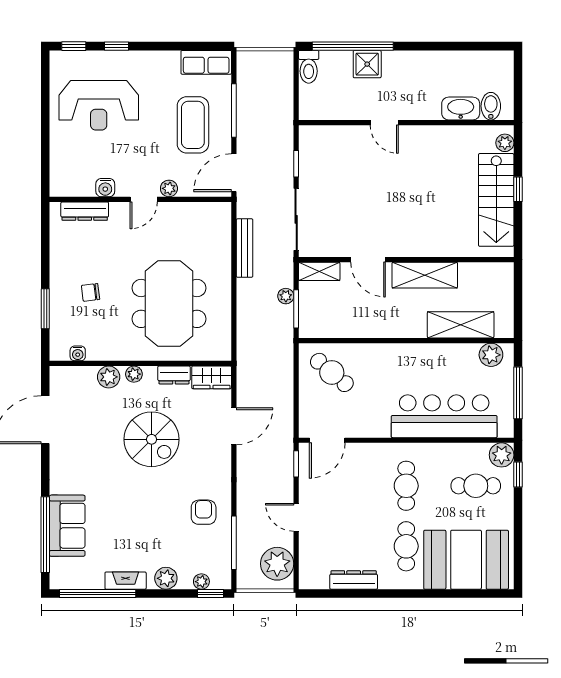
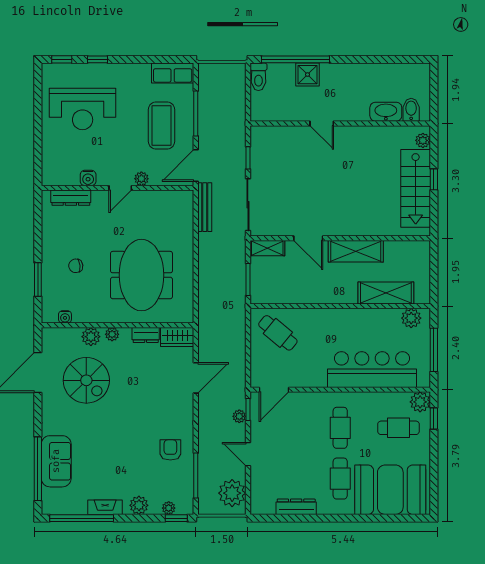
bench: (245, 248) -> (205, 207), moved
plant: (286, 296) -> (239, 416), moved
spiral stairs: (152, 439) -> (86, 380), moved

